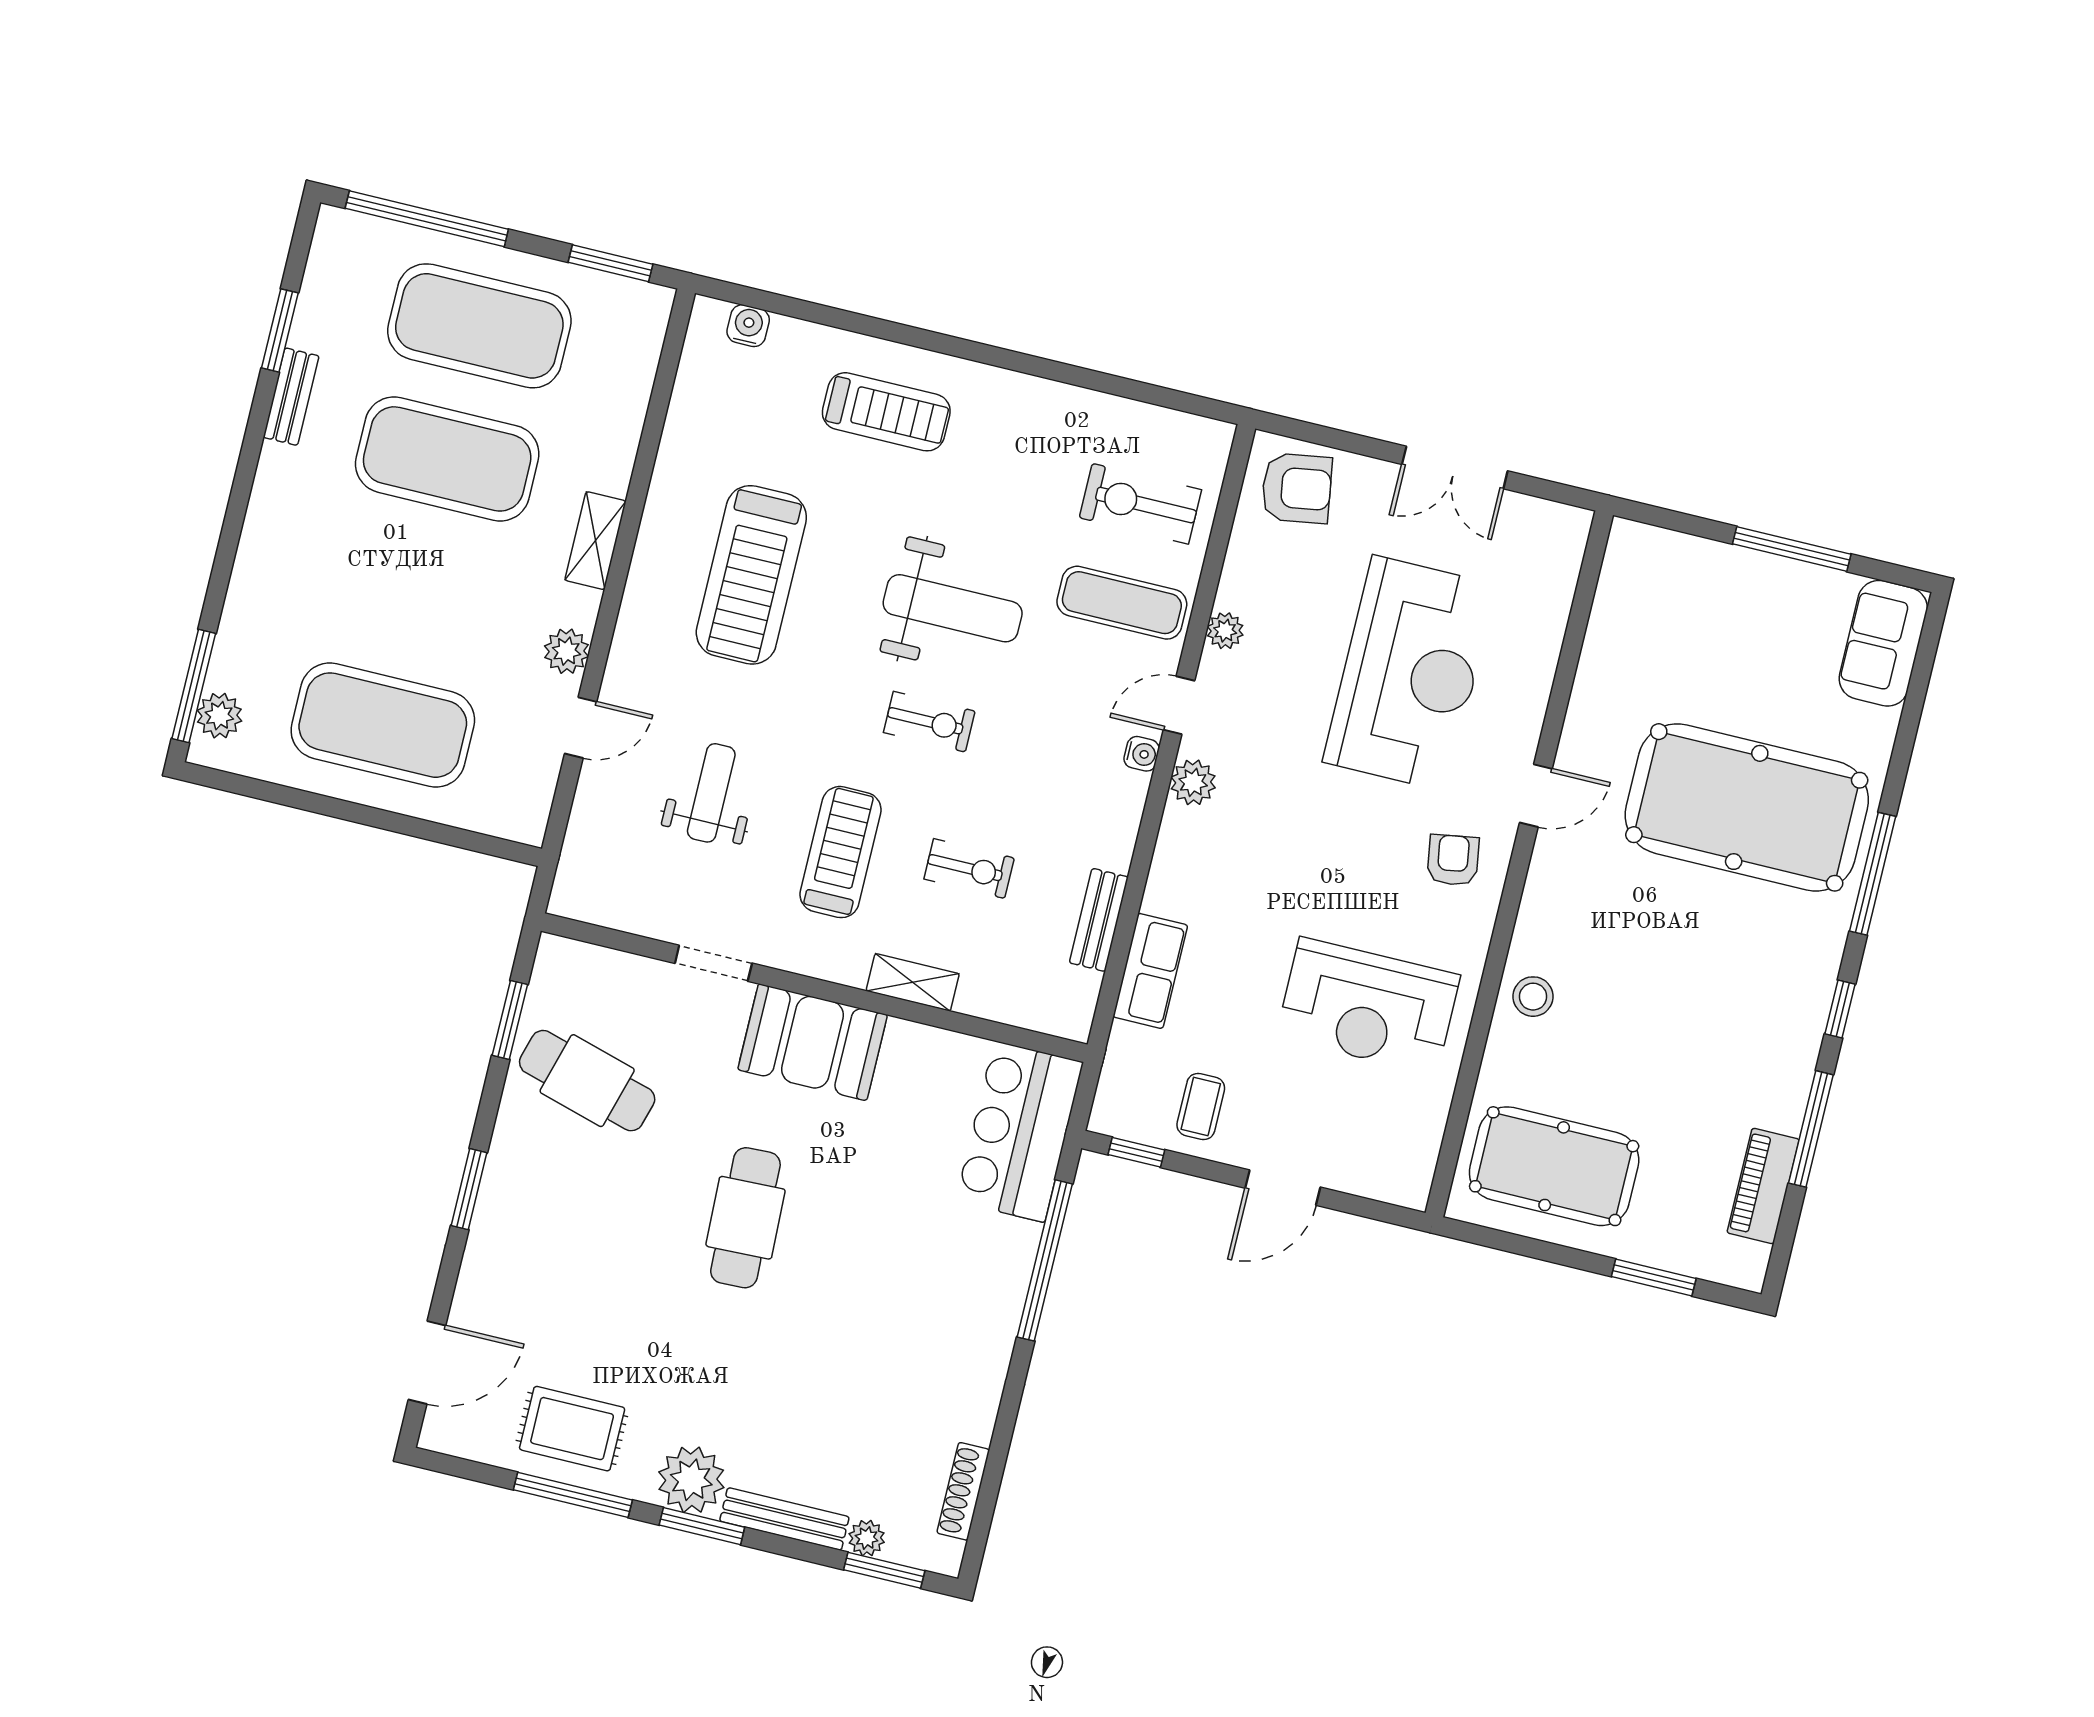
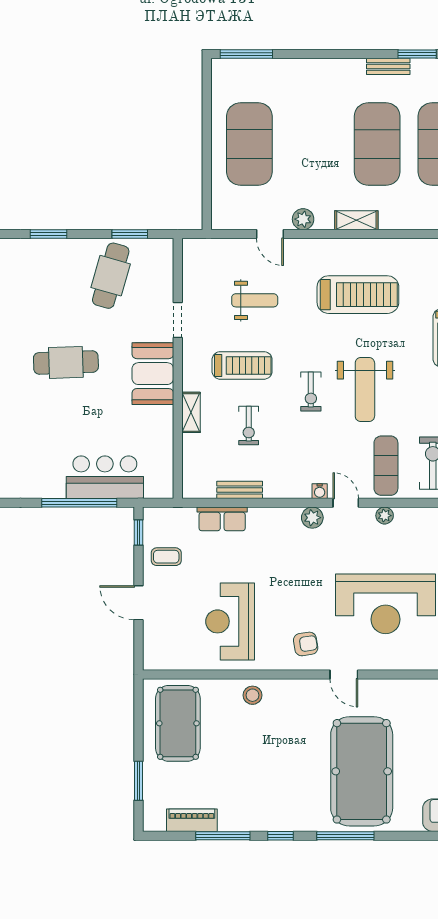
treadmill: (751, 575) -> (358, 295), turned 180
plant: (219, 716) -> (236, 69), removed
bar counter: (1019, 1132) -> (105, 477), moved

